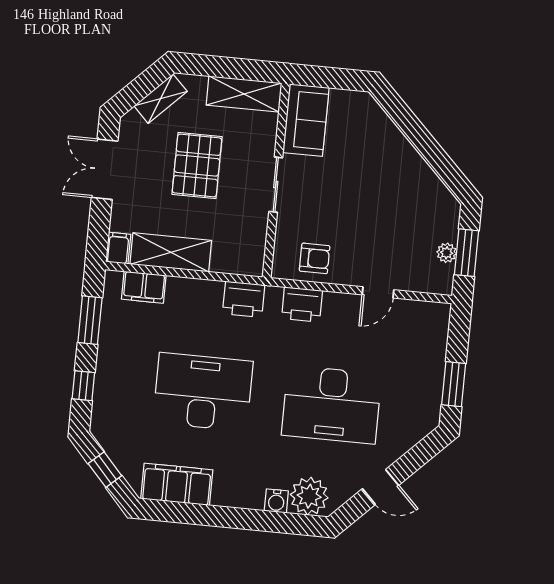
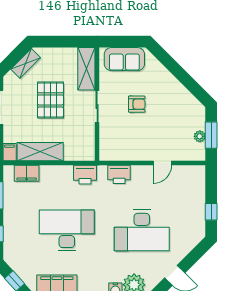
shelving: (244, 94) -> (86, 69), moved, turned 90
sofa: (306, 120) -> (124, 59), moved, turned 90
armchair: (315, 258) -> (137, 104), moved
window: (454, 384) -> (211, 212), width x0.67

